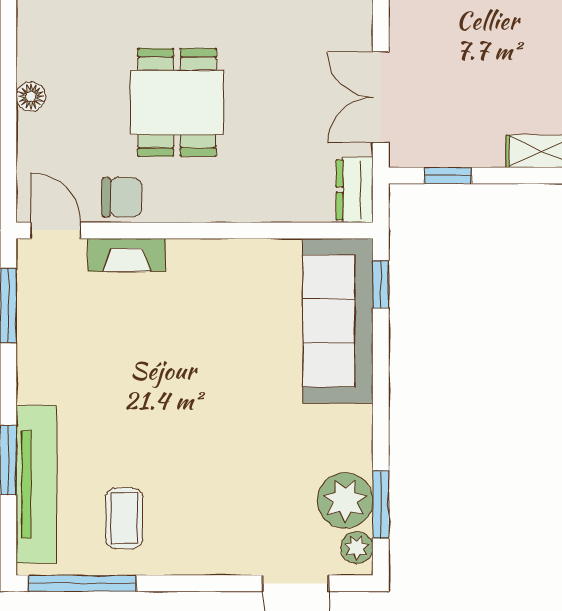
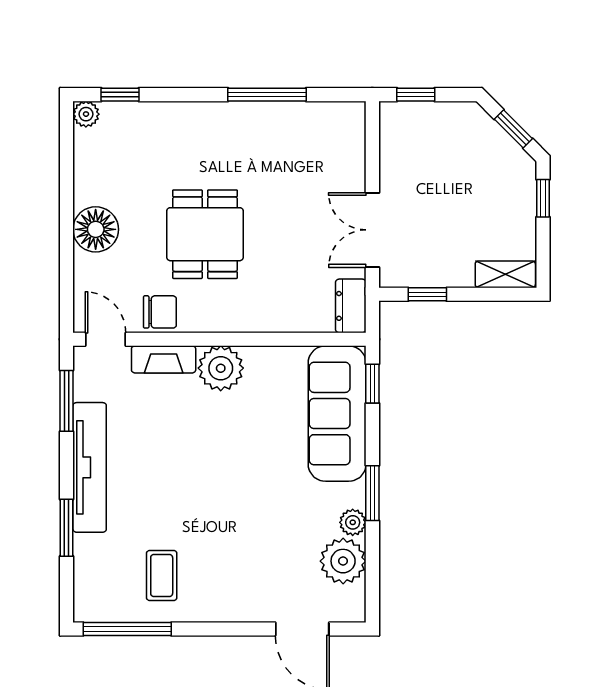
floor lamp: (31, 97) -> (96, 229), width x1.89, depth x1.89
plant: (196, 266) -> (221, 368), added
tv unit: (36, 484) -> (90, 467), moved
window: (381, 505) -> (372, 493), moved
plant: (357, 548) -> (353, 522), moved

